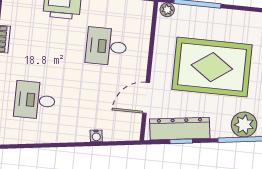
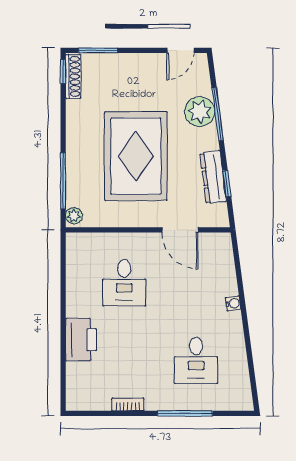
dresser: (180, 129) -> (213, 177), width x0.73, depth x0.80
water cooler: (96, 136) -> (233, 303), moved

